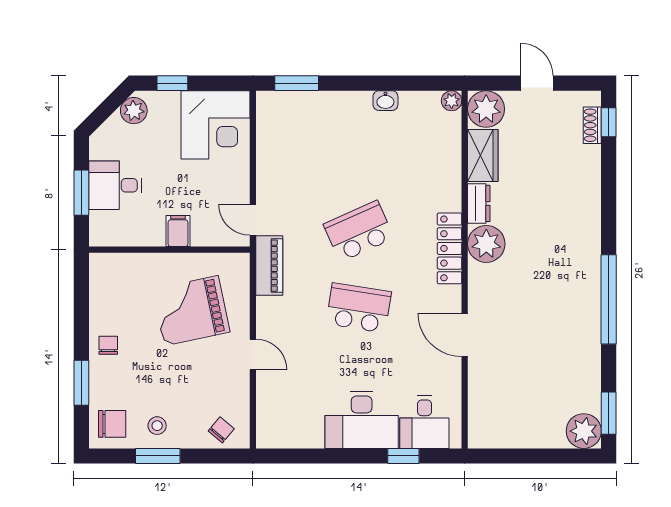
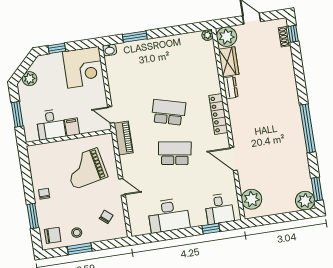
window: (297, 83) -> (135, 37), moved
washbasin: (385, 101) -> (109, 50), moved
plant: (134, 111) -> (29, 79), moved
desk: (115, 185) -> (51, 124), moved, turned -90
school desk: (359, 231) -> (169, 112), turned 39
plant: (486, 244) -> (252, 199), moved
desk: (362, 420) -> (169, 215), moved
chair: (221, 430) -> (106, 217), moved

